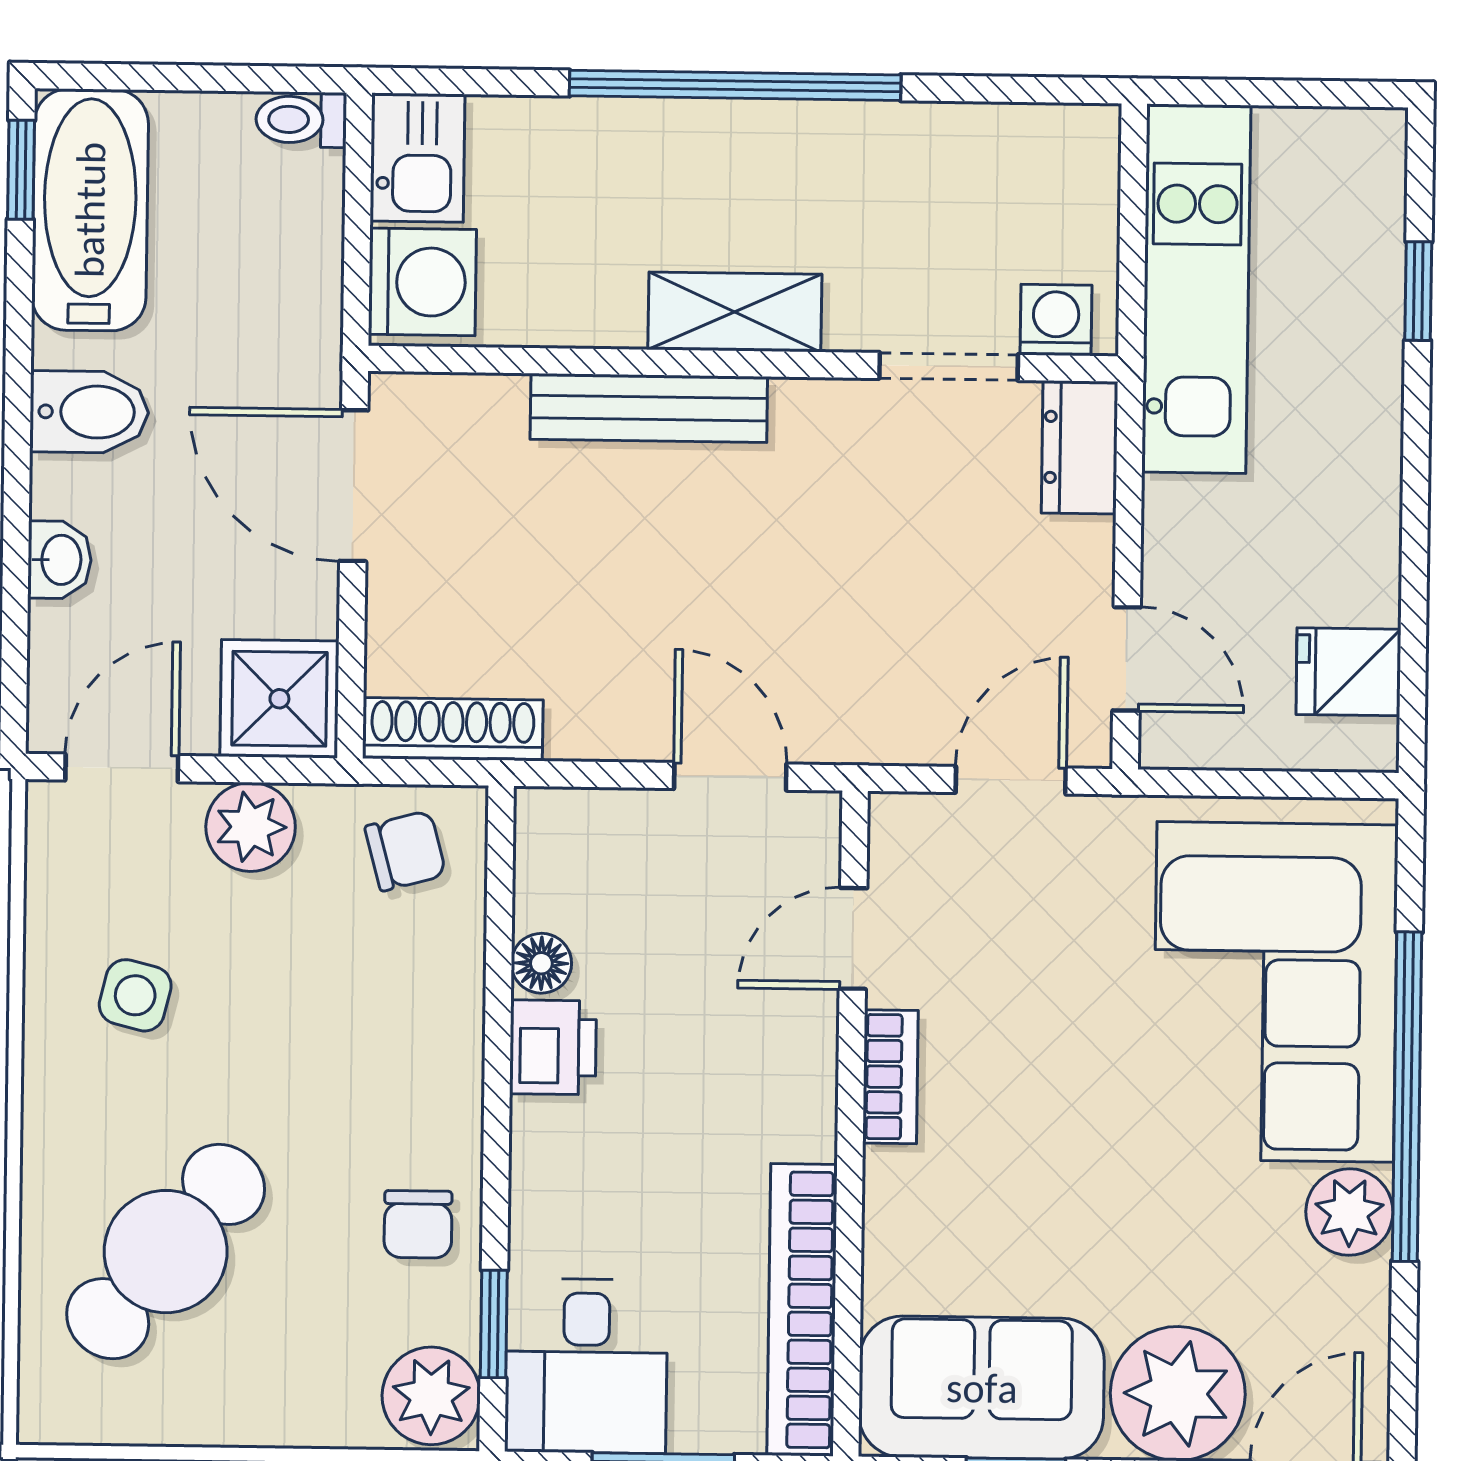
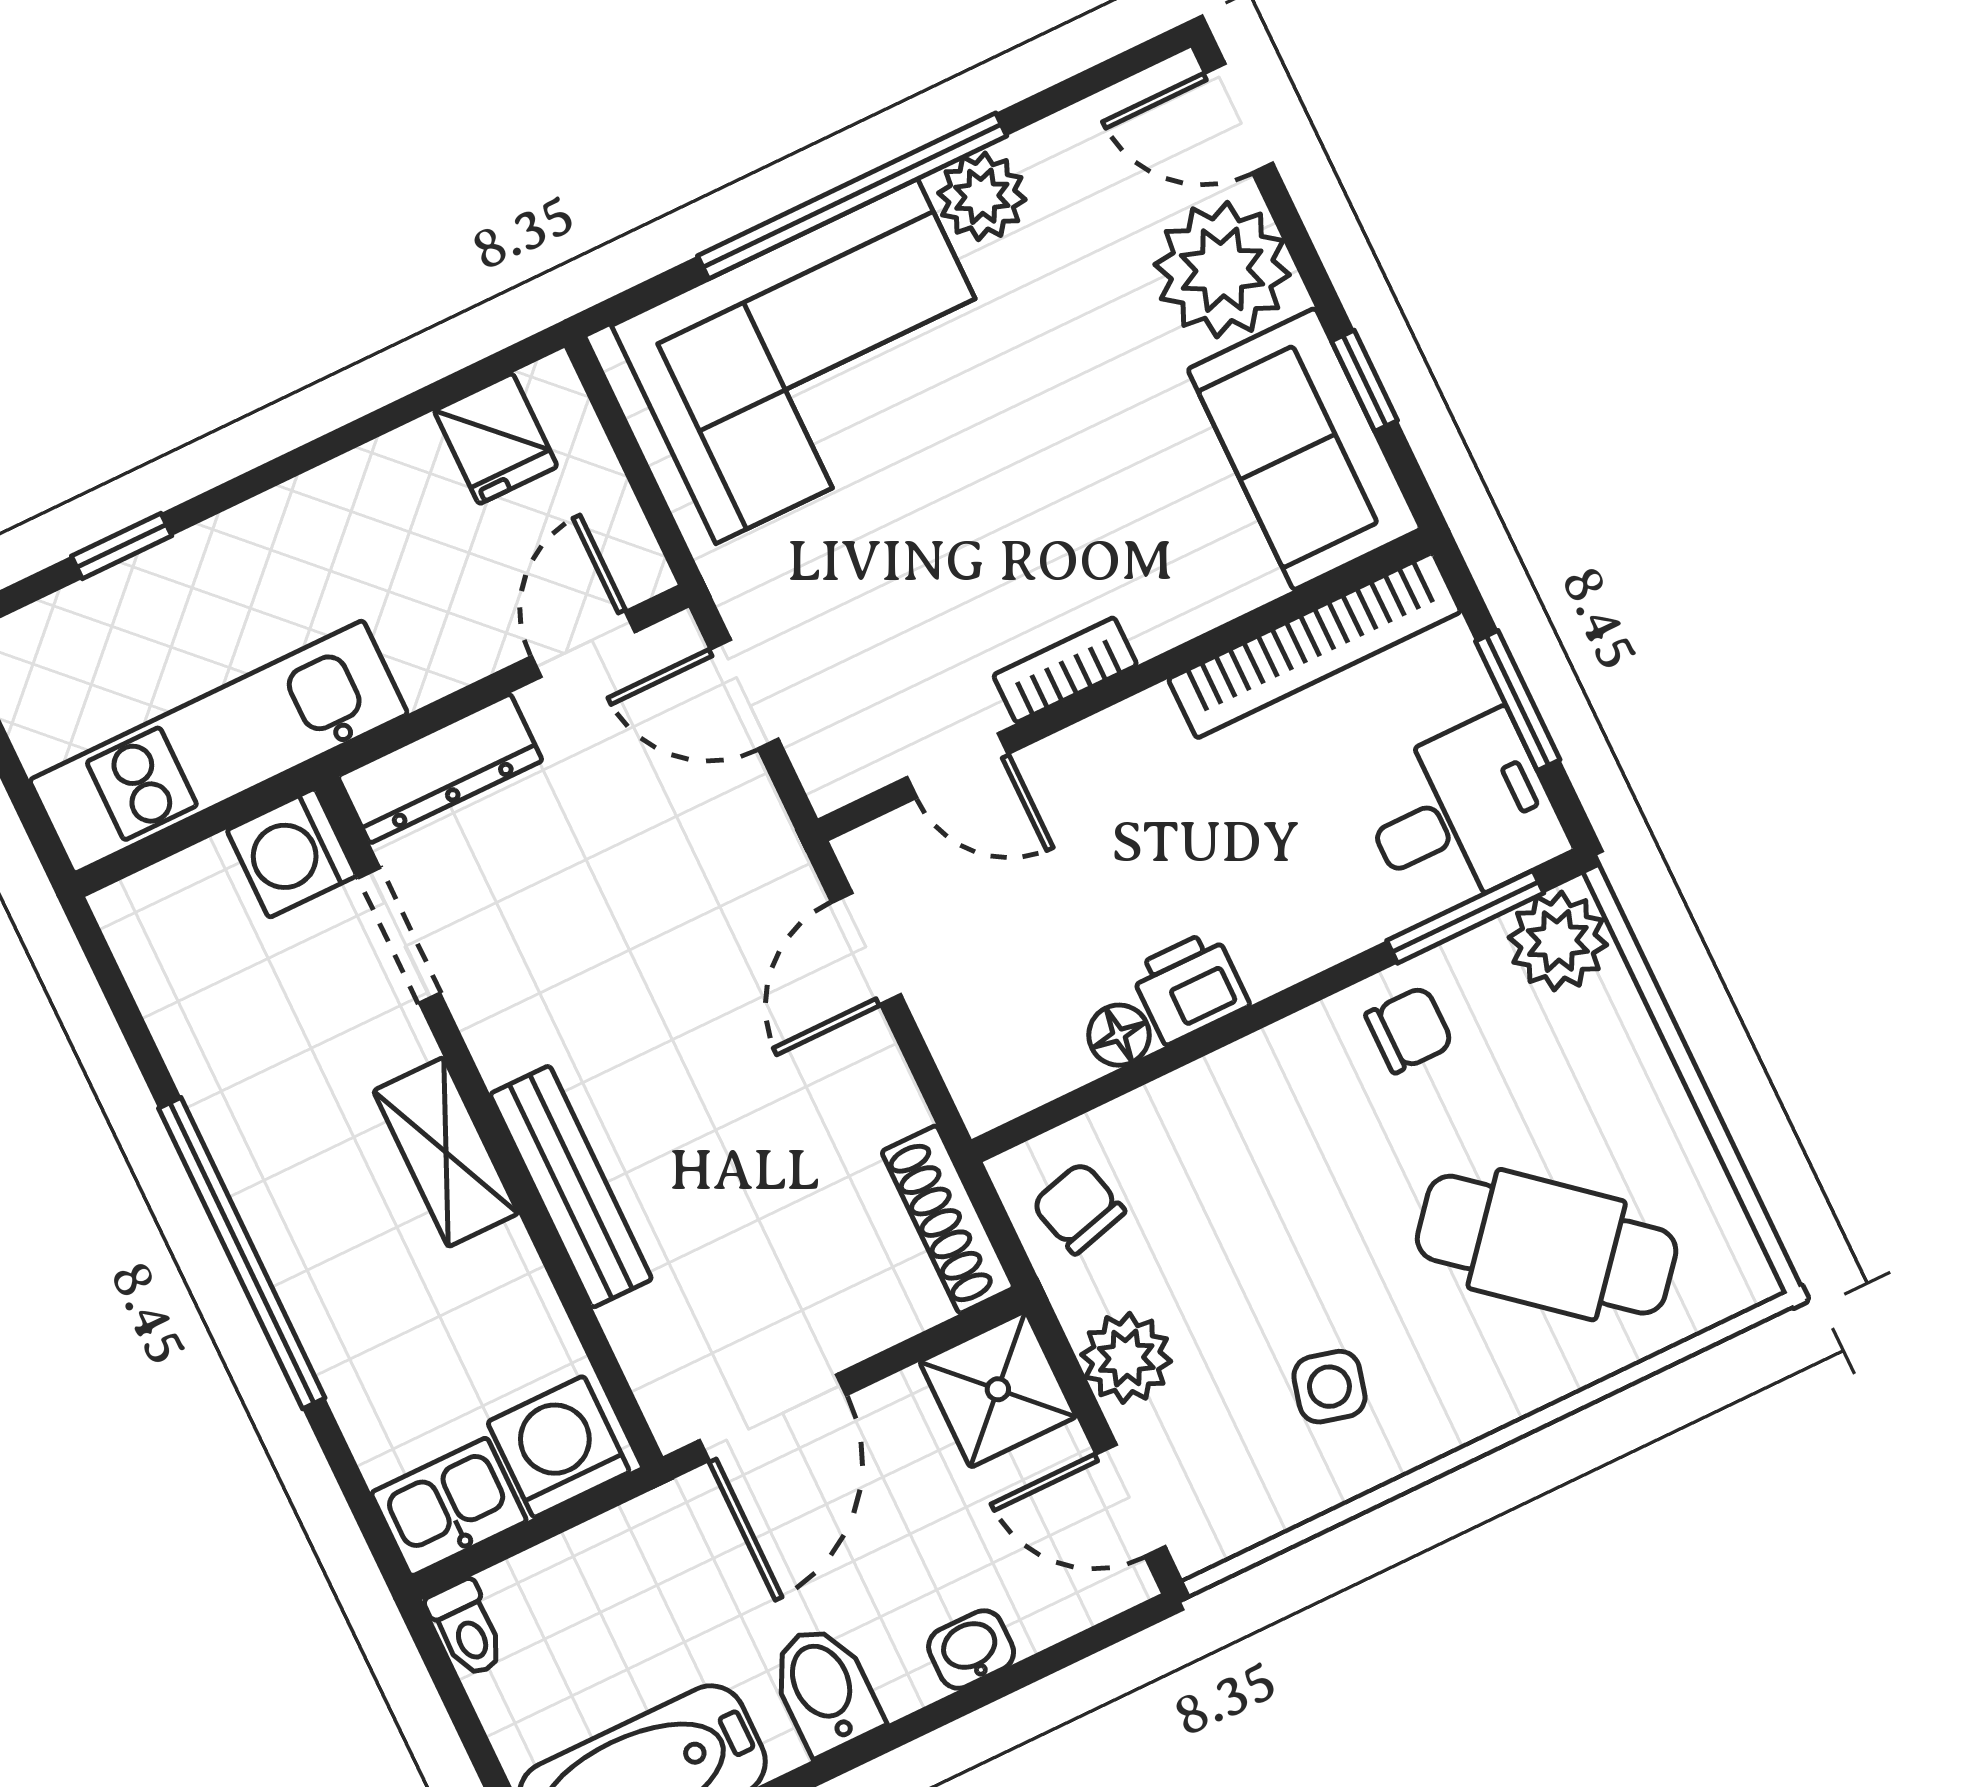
washing machine: (1056, 320) -> (292, 853), width x1.38, depth x1.38
dresser: (1080, 447) -> (440, 768), width x1.44
window: (494, 1324) -> (1465, 917), width x1.50

